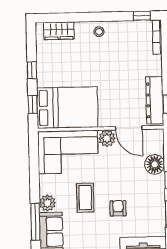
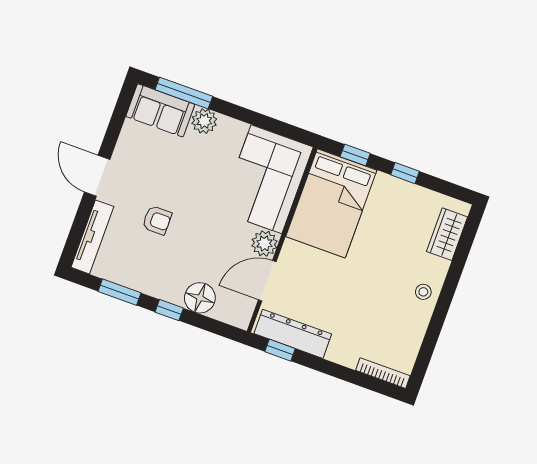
window: (142, 16) -> (422, 363), removed
coffee table: (85, 198) -> (191, 179), removed

